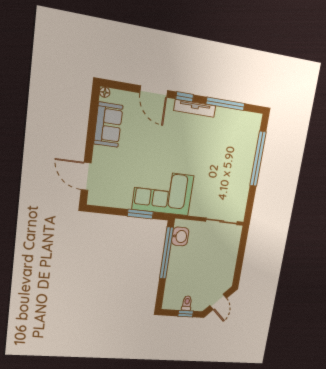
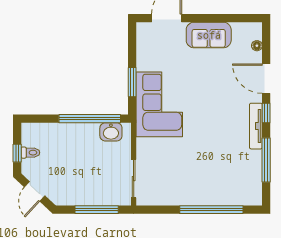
floor lamp: (105, 92) -> (257, 46), moved
door: (154, 92) -> (266, 79), hinge flipped
sofa: (108, 125) -> (209, 35), moved
window: (241, 254) -> (97, 210), added
door: (218, 302) -> (35, 191), hinge flipped

